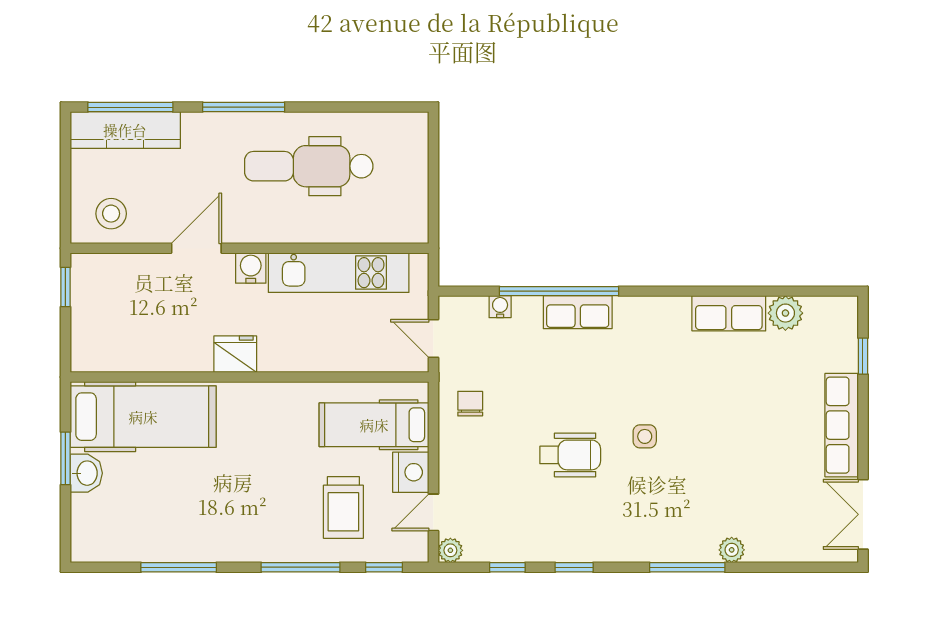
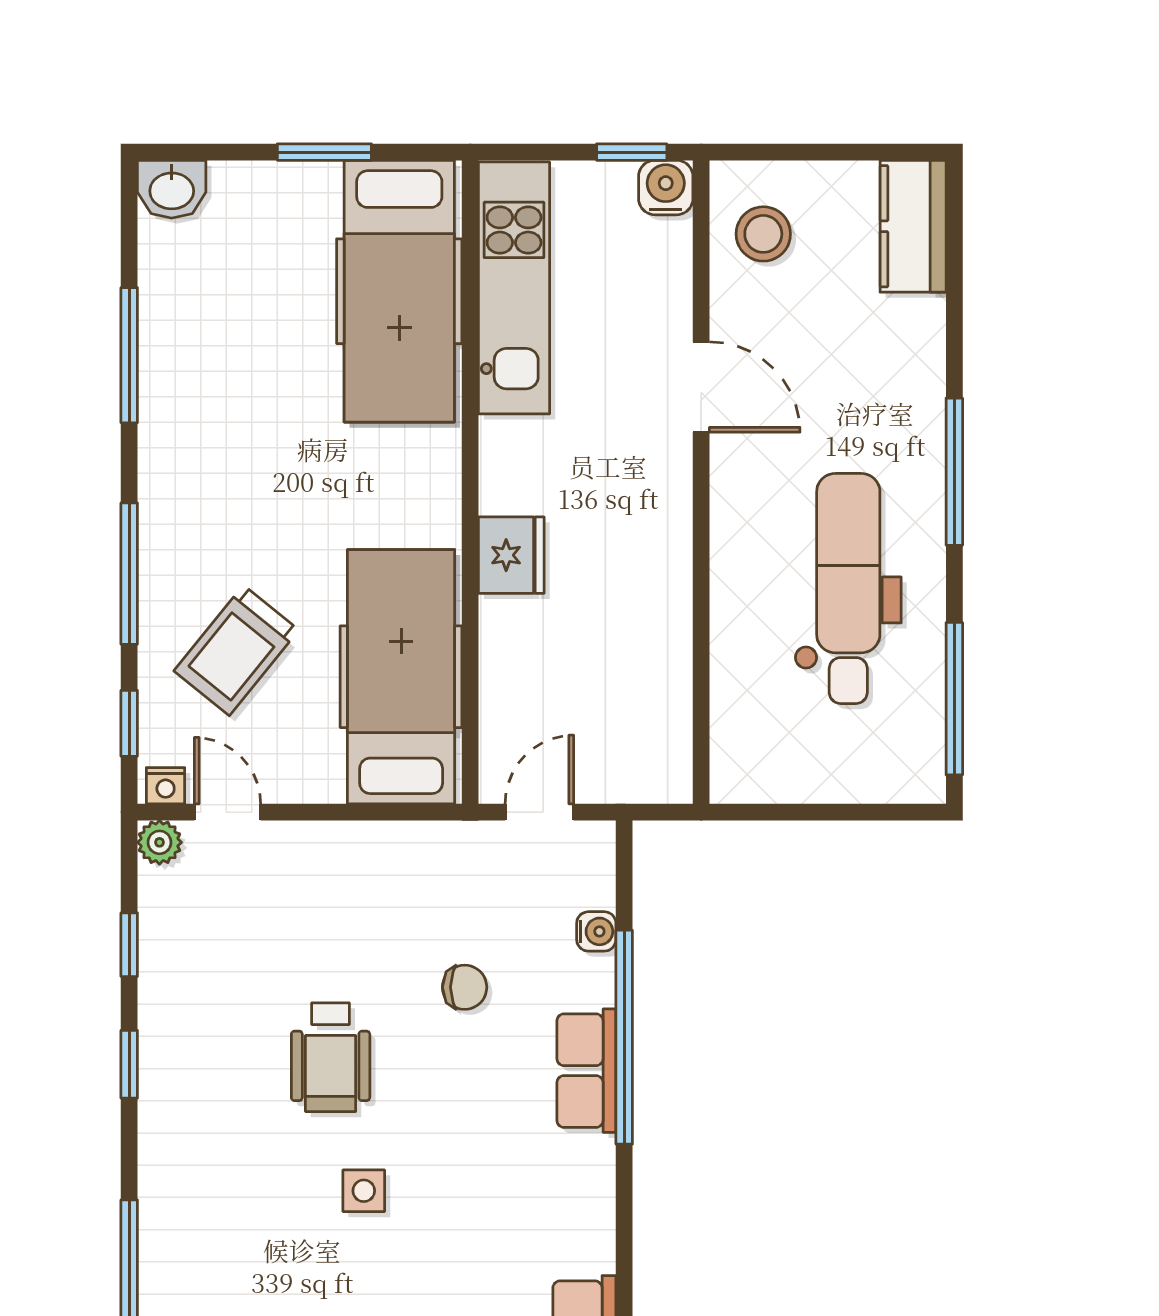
window: (130, 107) -> (954, 699), moved
kitchen counter: (125, 130) -> (913, 226), width x0.67
water cooler: (251, 268) -> (666, 188), moved, turned -90
kitchen unit: (339, 273) -> (514, 288), moved, turned 180
fridge: (235, 354) -> (511, 555), moved
chair: (470, 404) -> (465, 987), moved
hospital bed: (374, 425) -> (401, 677), width x1.37, depth x1.29
nightstand: (411, 472) -> (166, 786), moved, width x0.53, depth x0.56
washbasin: (86, 473) -> (172, 189), moved
trolley: (343, 507) -> (236, 650), turned -51

